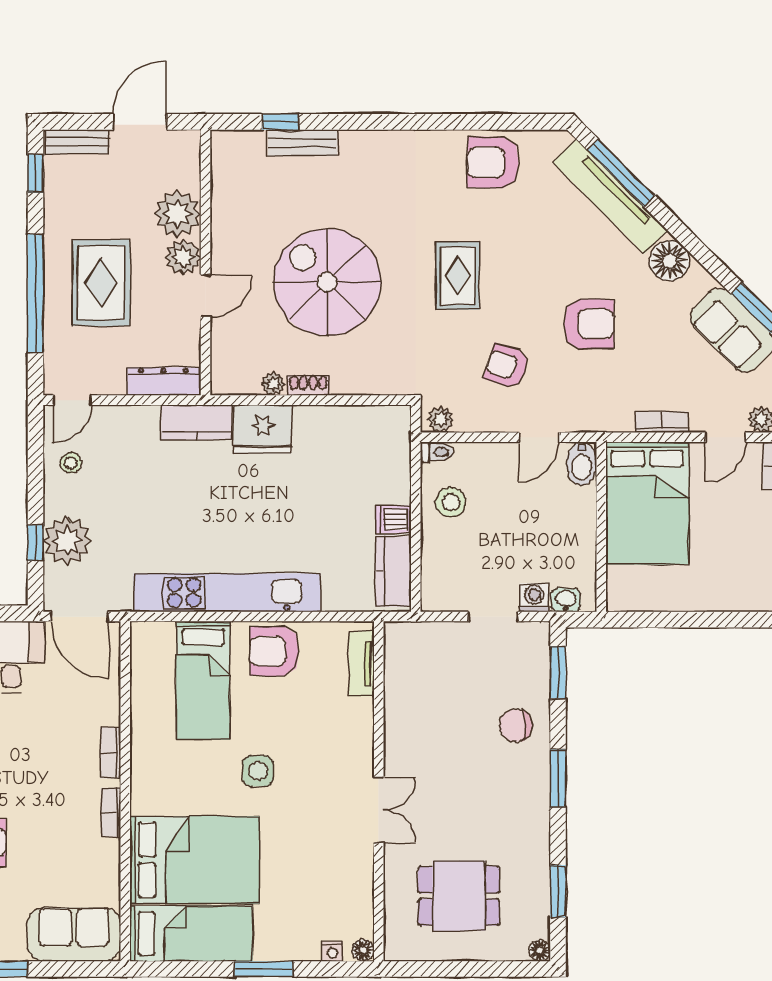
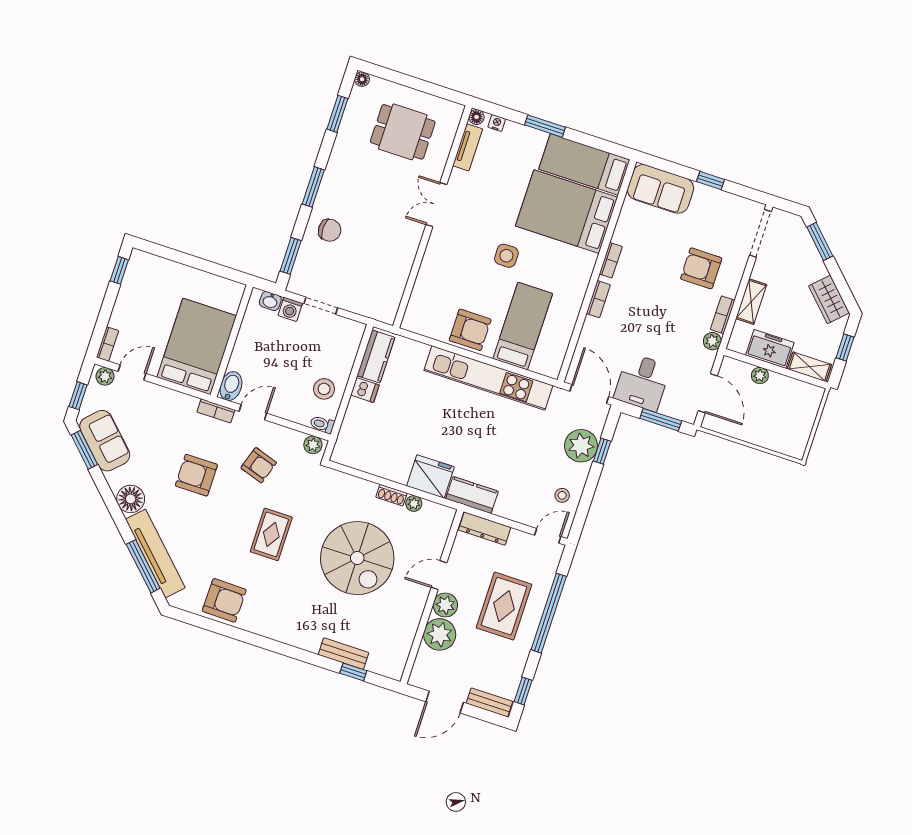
bookcase: (662, 422) -> (216, 411), moved
tv unit: (362, 664) -> (468, 147), moved

